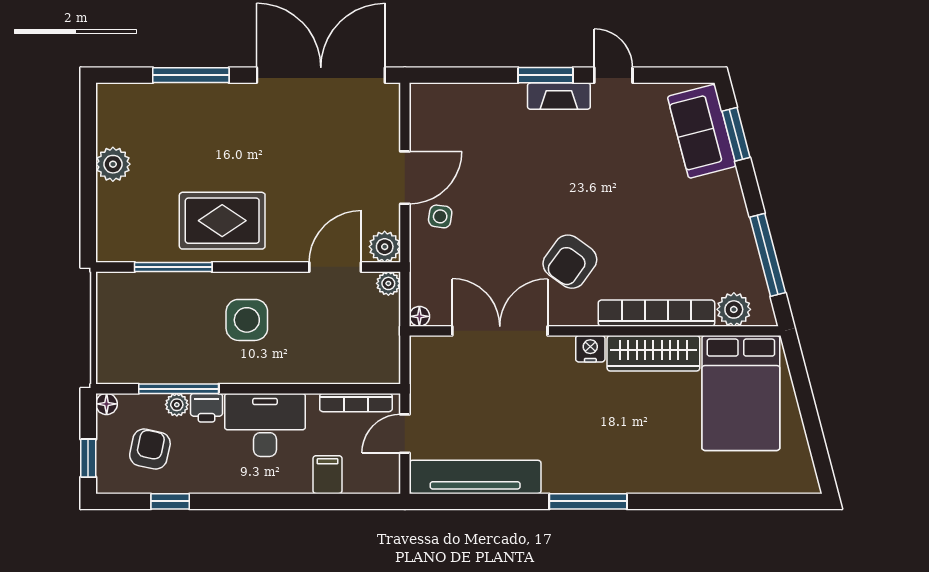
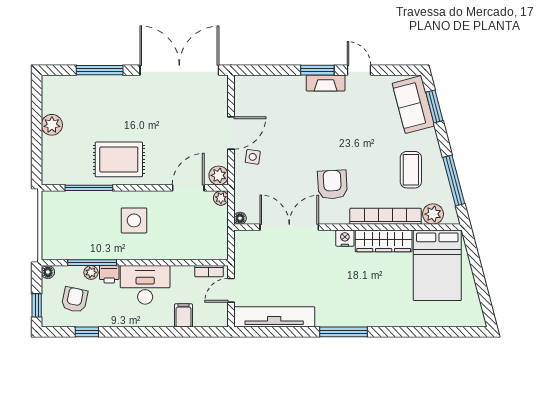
coffee table: (698, 237) -> (411, 170), added
armchair: (570, 262) -> (332, 185), turned 141
bookcase: (356, 403) -> (209, 271), width x0.64

